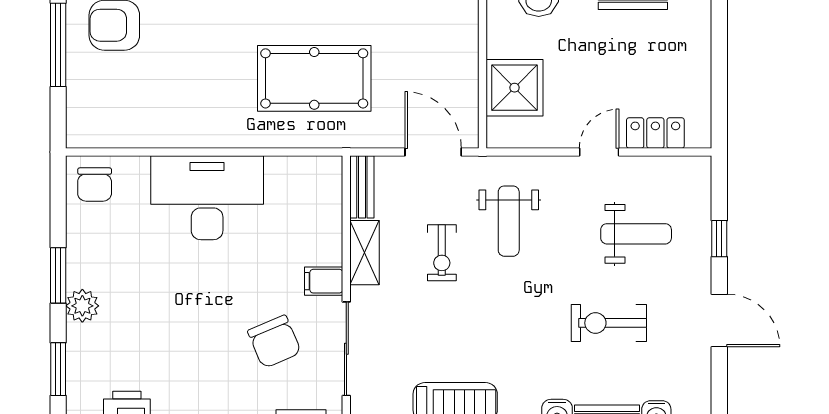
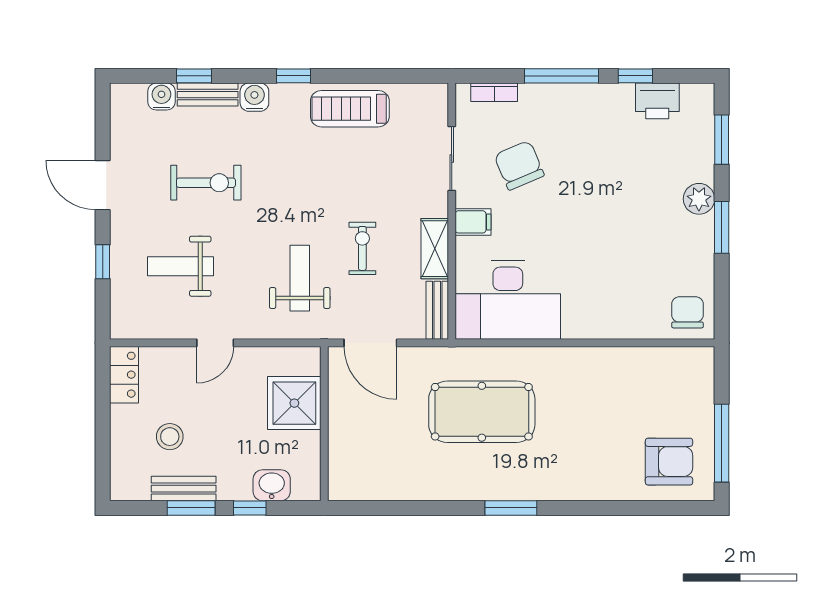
stool: (648, 52) -> (170, 437), added
locker: (655, 133) -> (124, 375), moved, turned -90
desk: (207, 198) -> (508, 300), moved
sliding door: (346, 349) -> (452, 159), width x0.73

